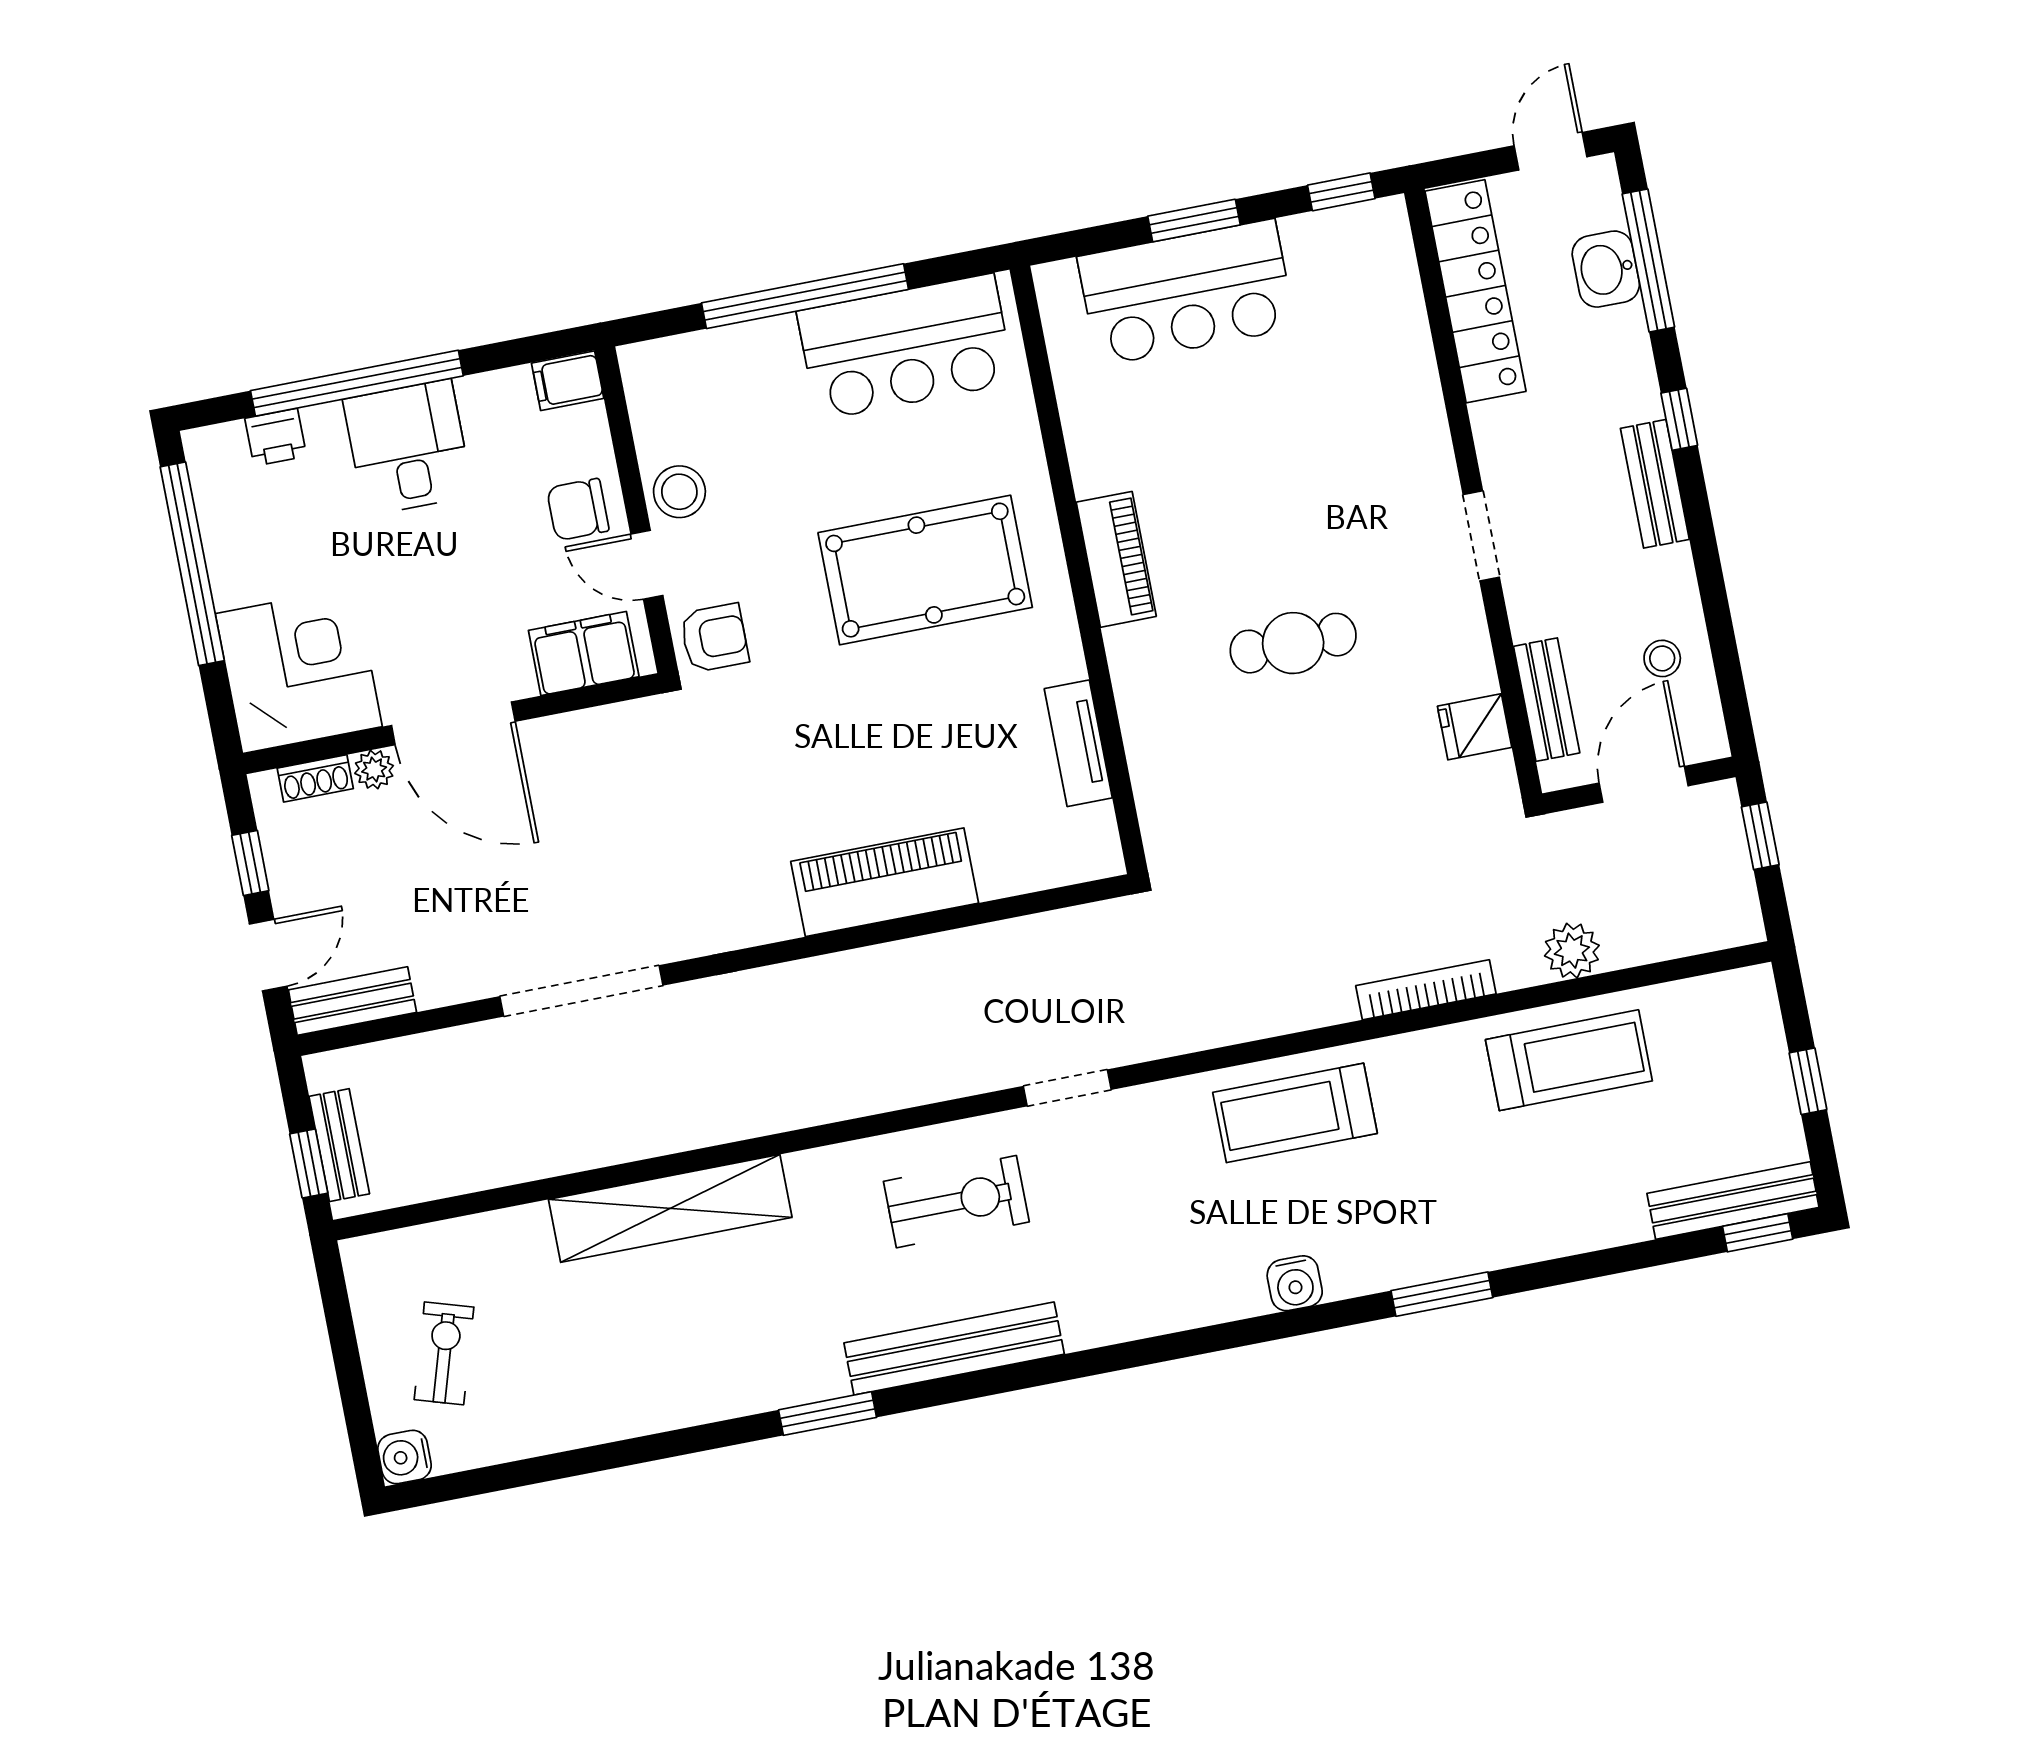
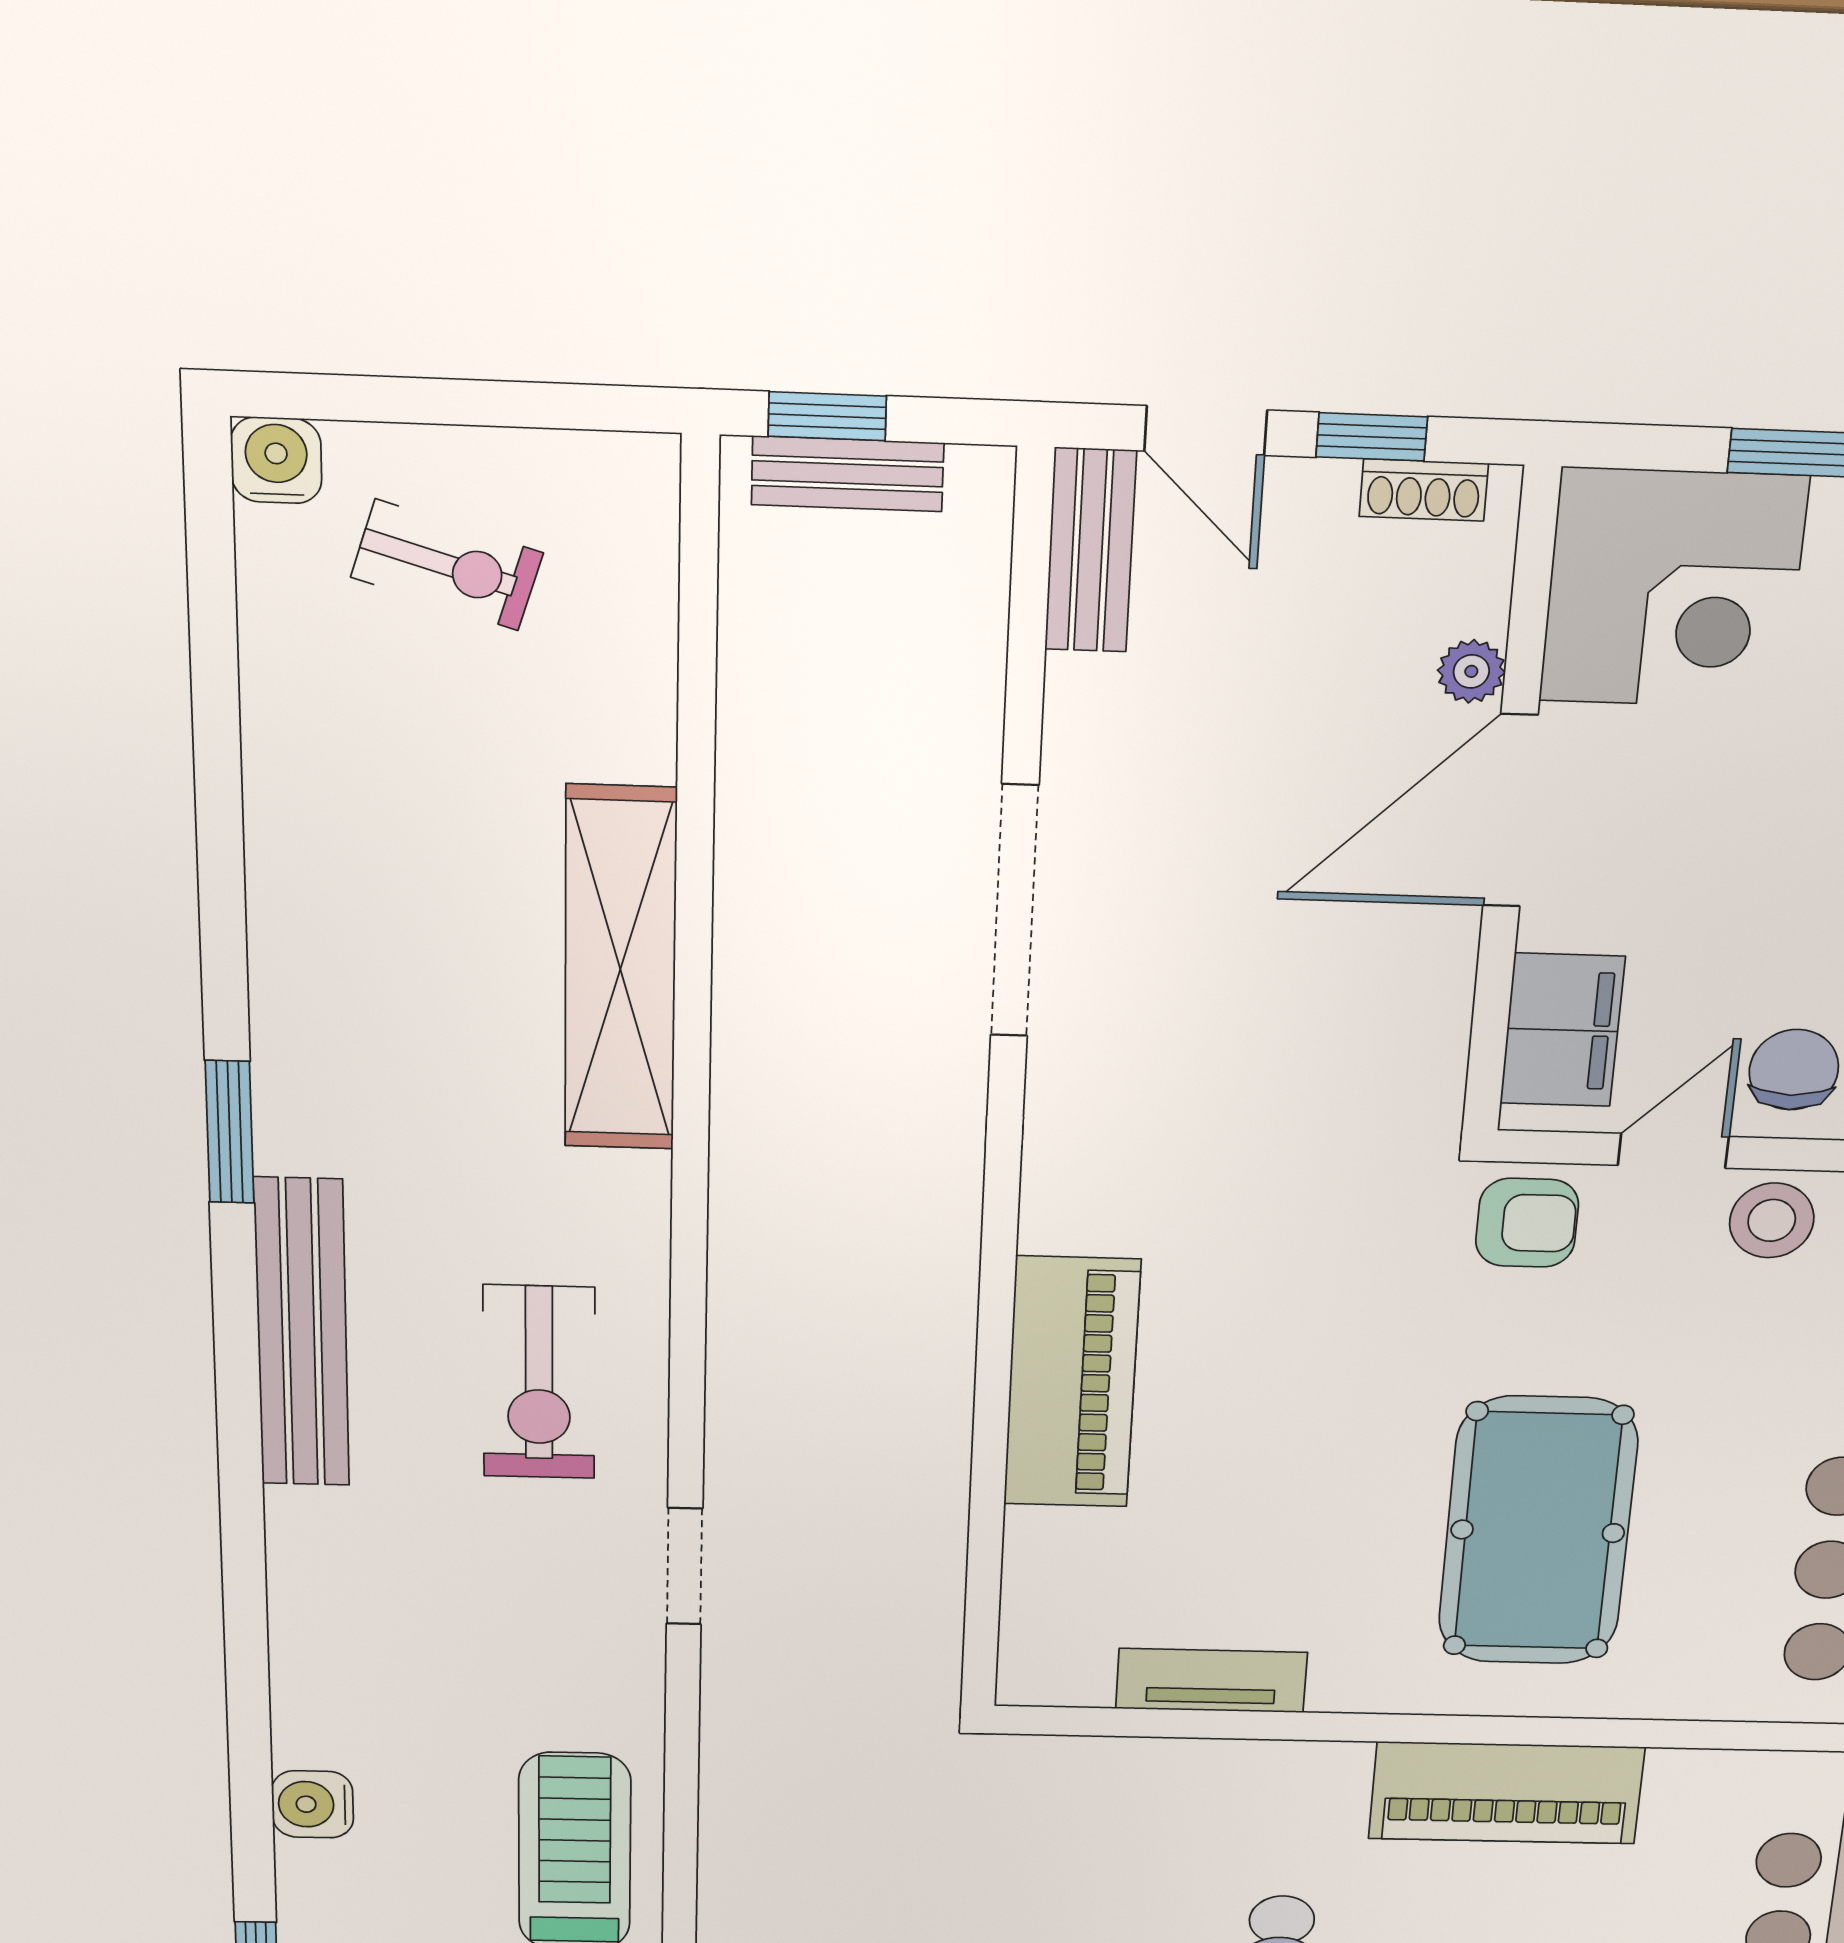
piano: (1116, 559) -> (1506, 1793), width x1.37, depth x1.33
armchair: (714, 638) -> (1527, 1223), turned -90
shoe rack: (315, 778) -> (1424, 490), moved, turned -90

